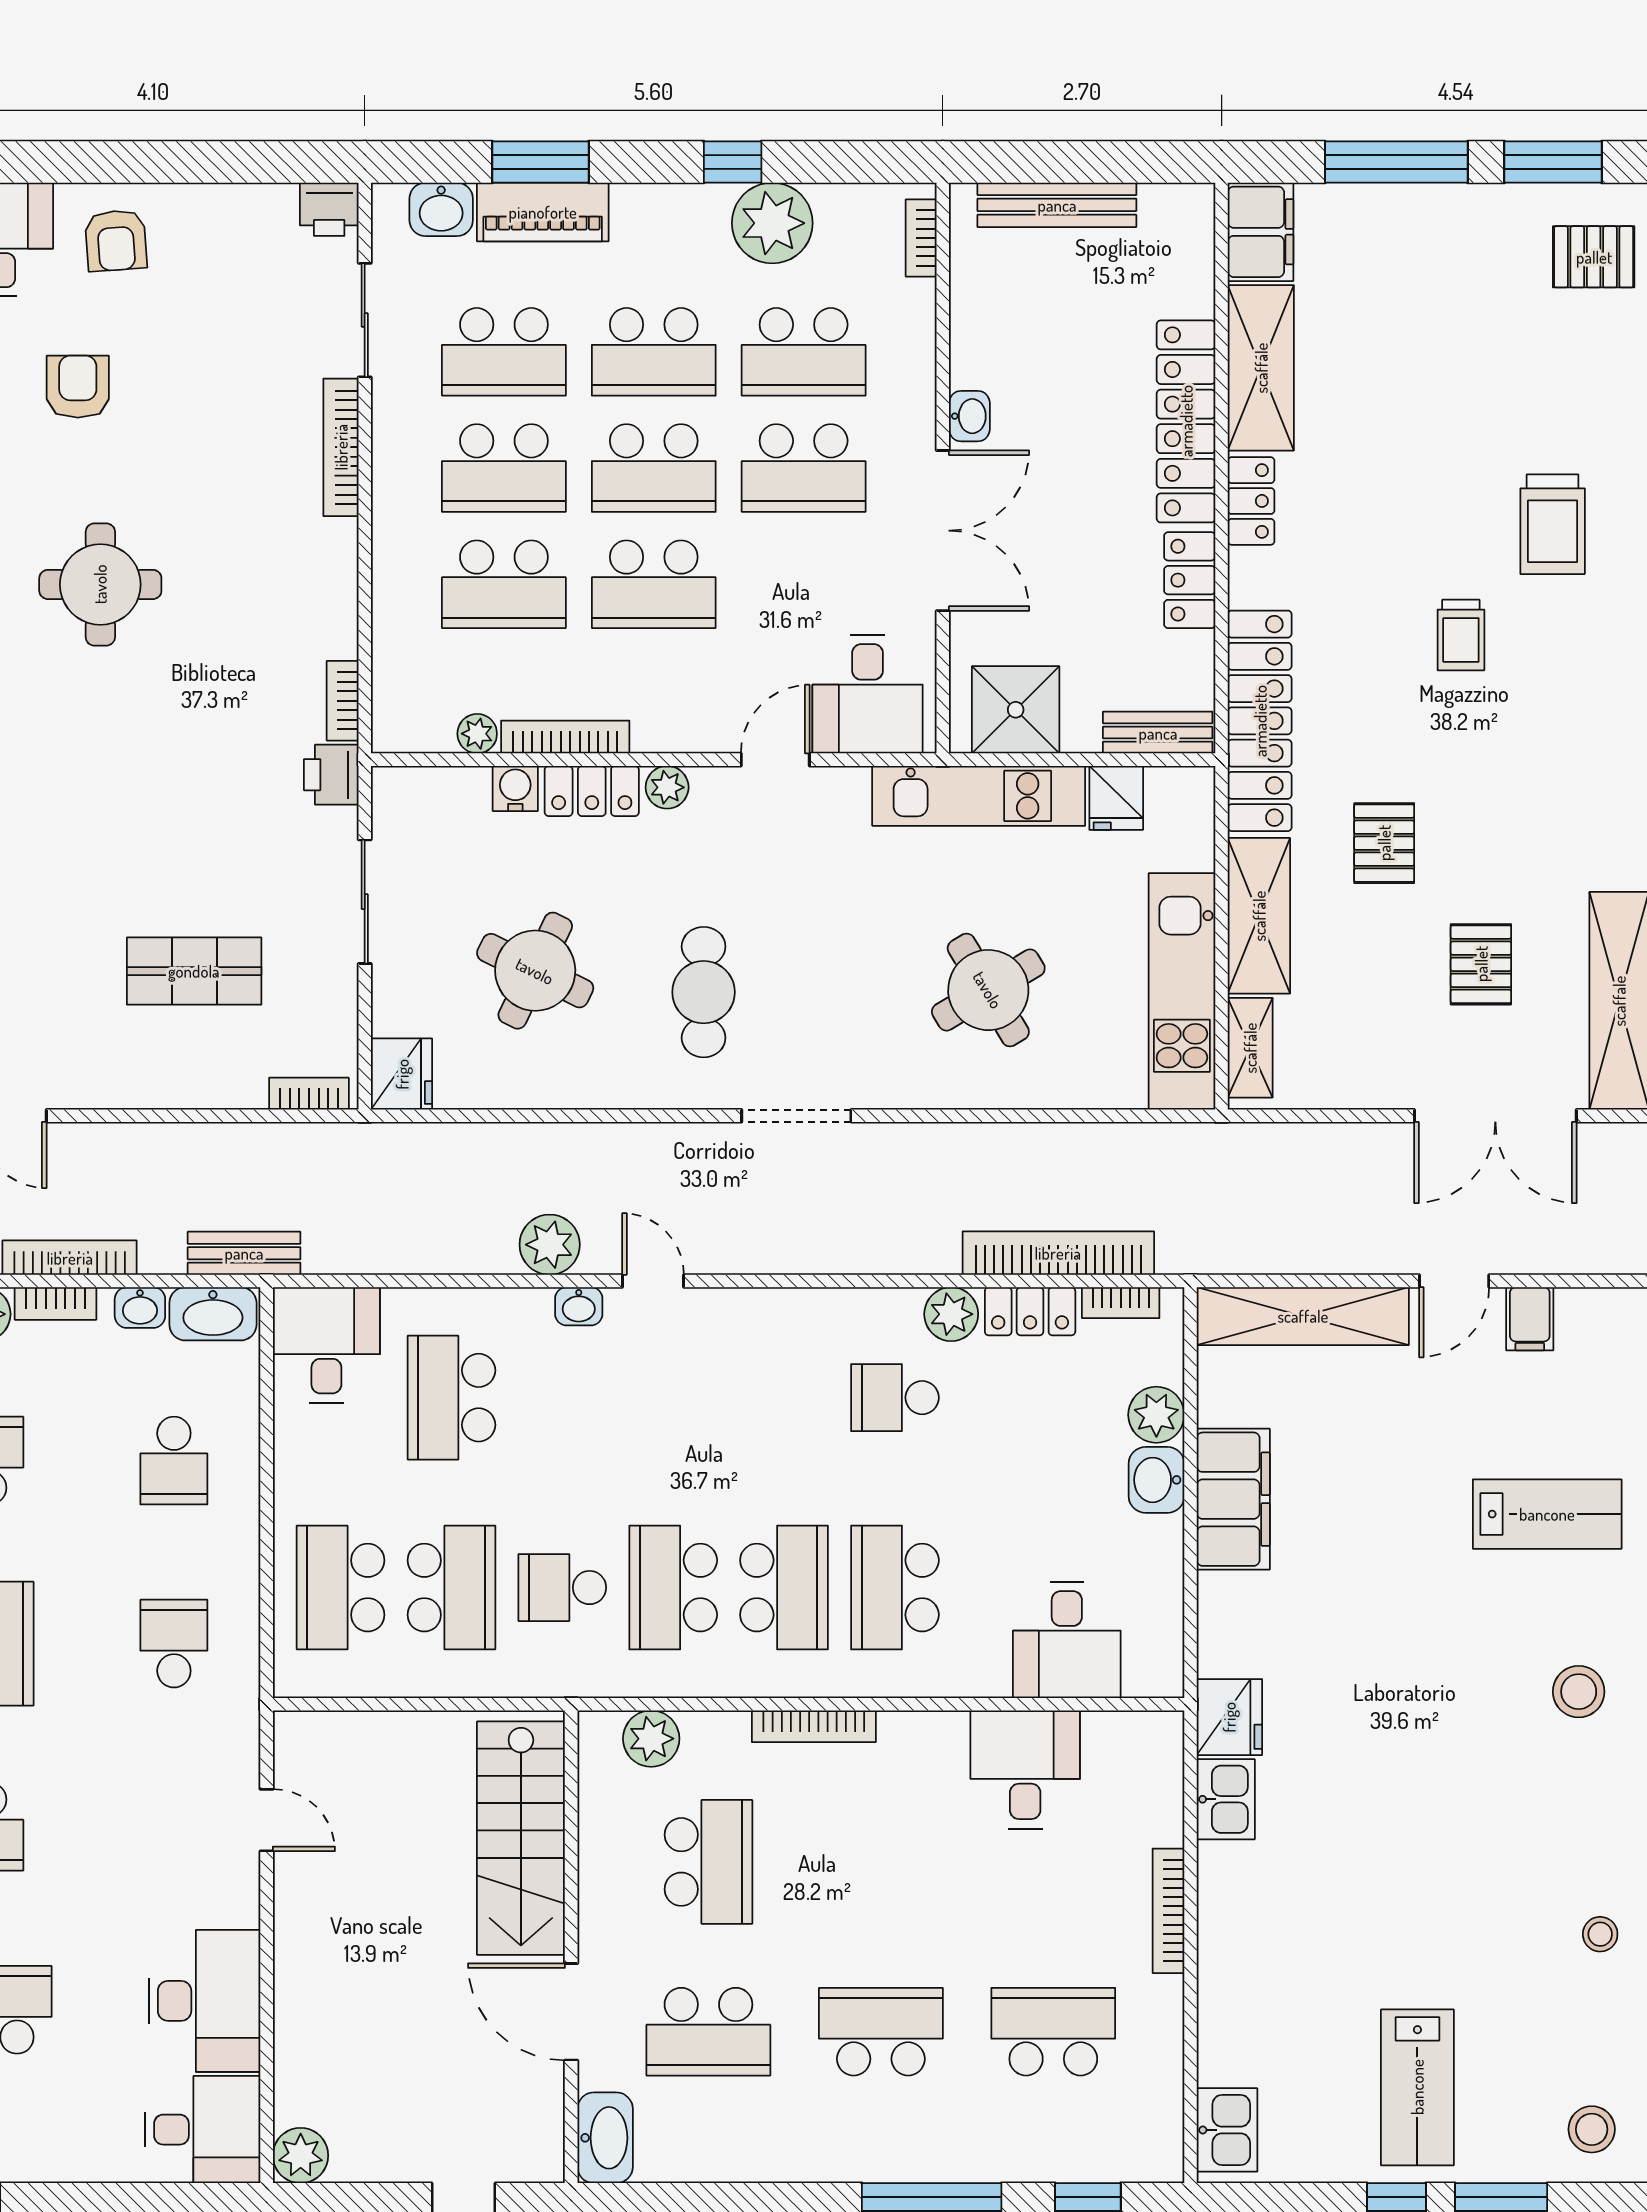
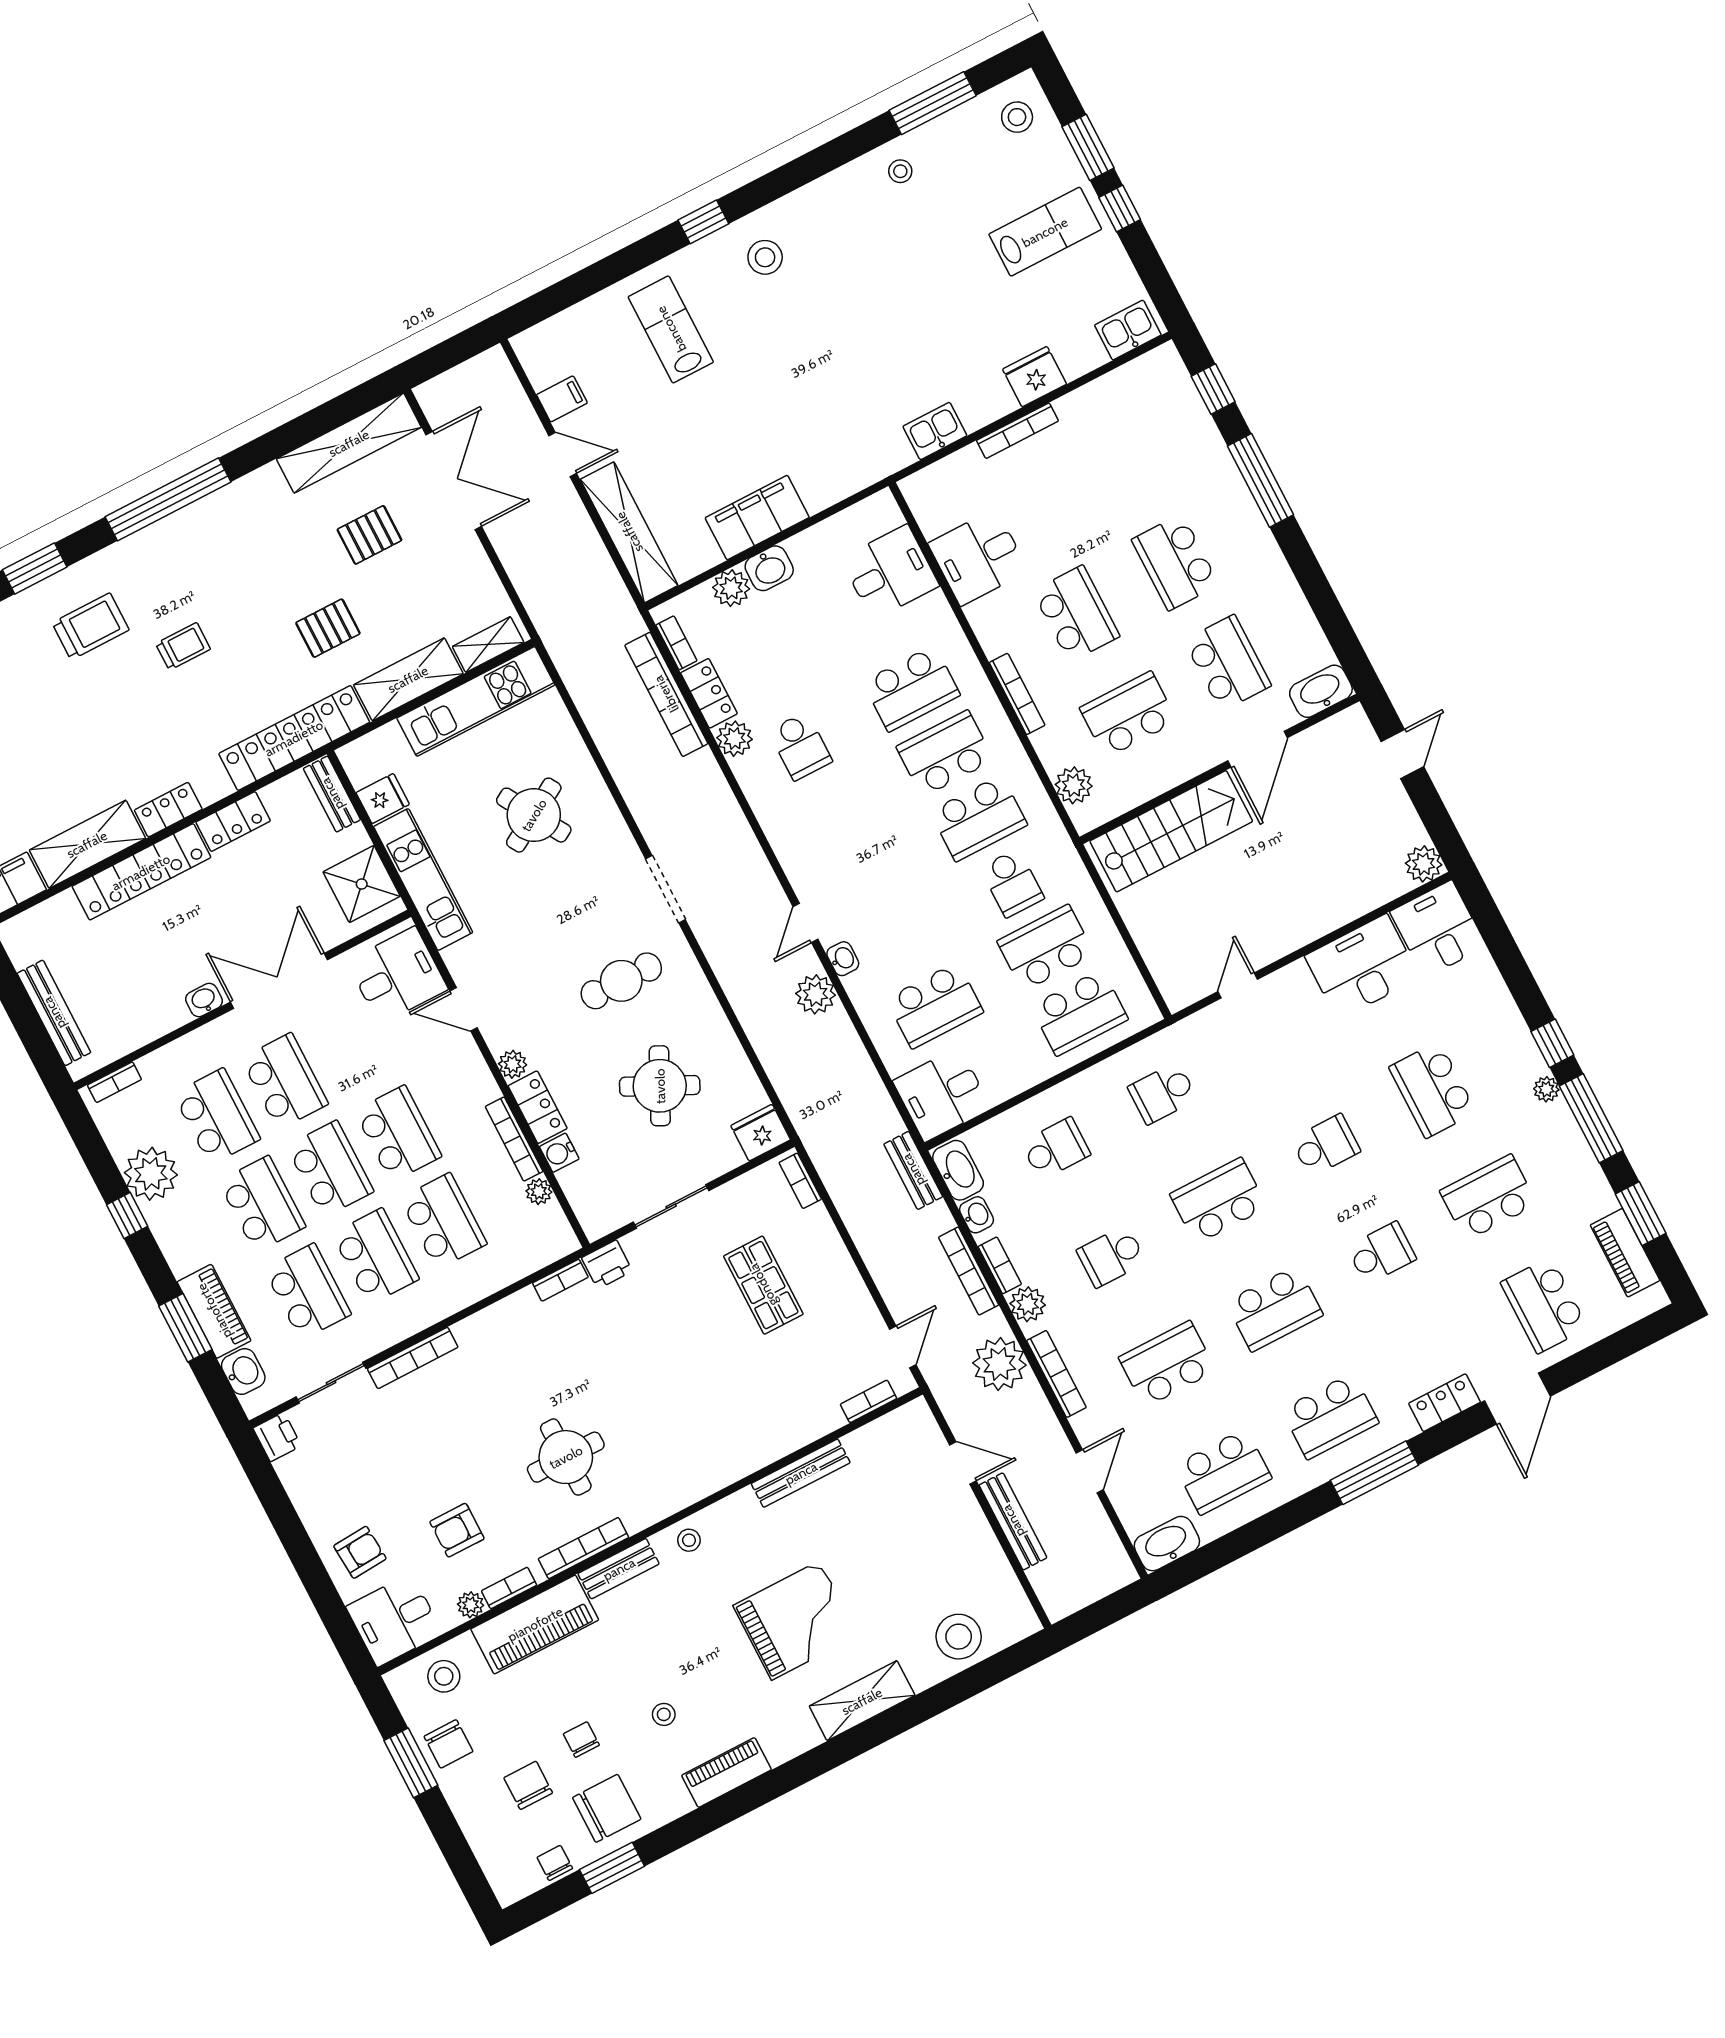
fridge: (1229, 1717) -> (1035, 377), moved
school desk: (1053, 2032) -> (1076, 614), moved, turned 180

